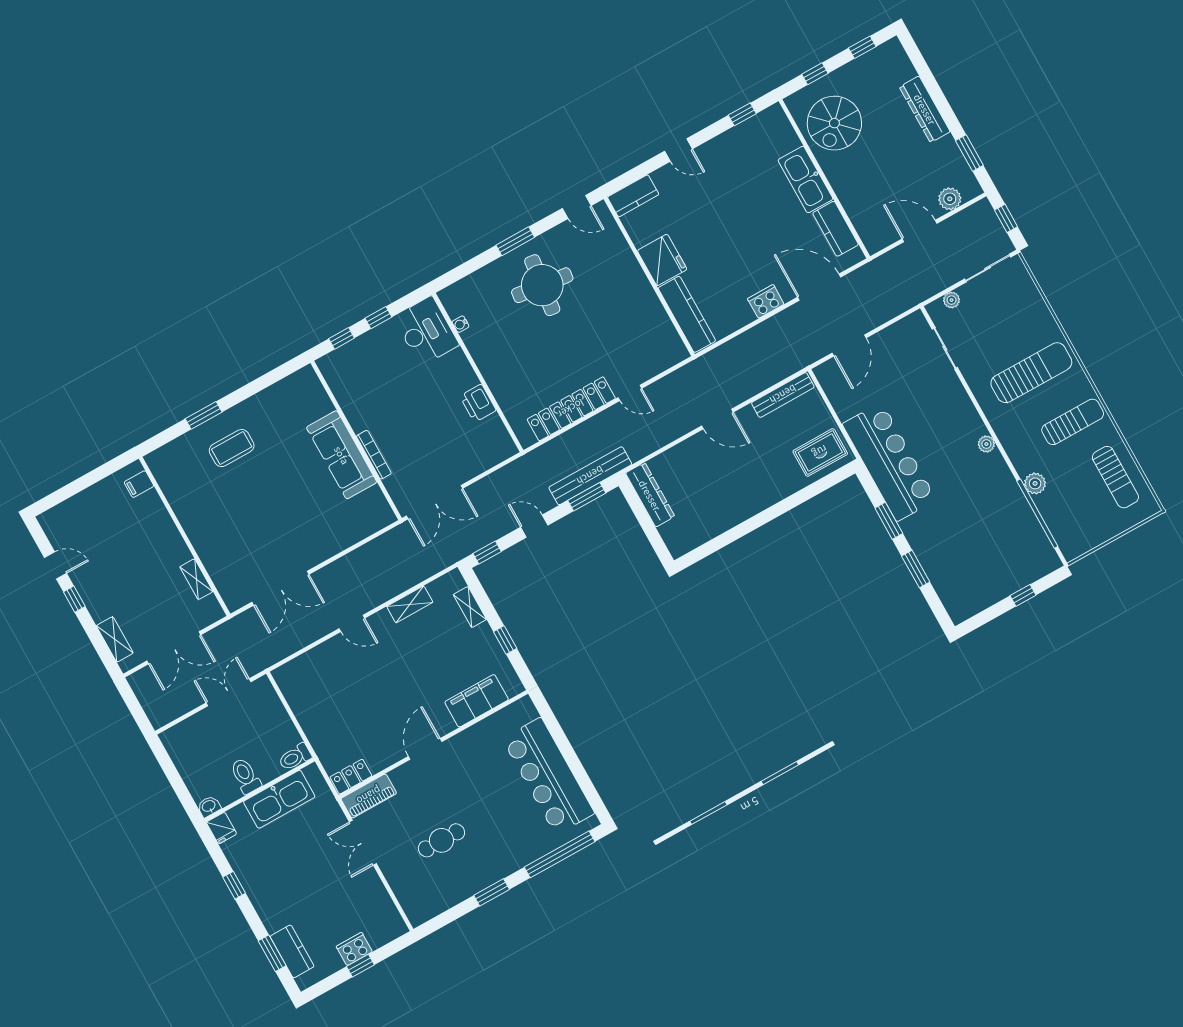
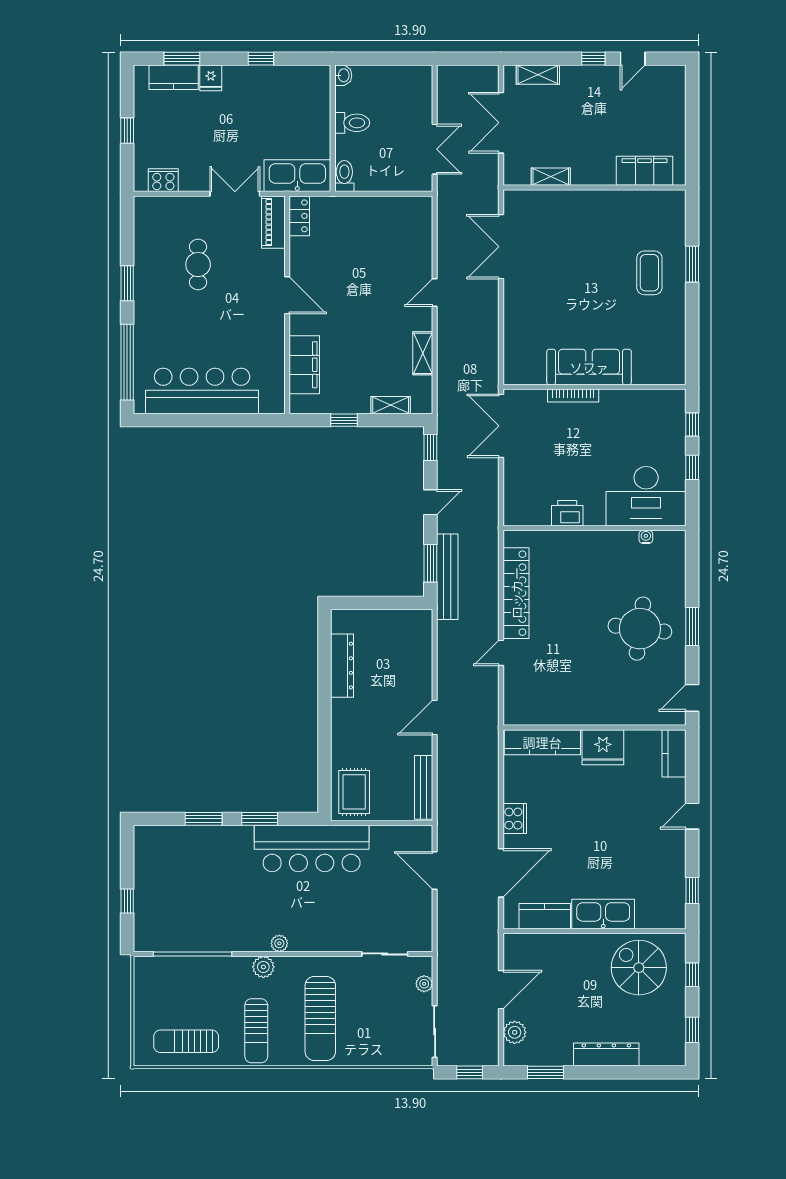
desk: (426, 331) -> (646, 496), width x1.36, depth x1.30
plant: (1035, 483) -> (263, 967), moved
filing cabinet: (139, 484) -> (645, 171), width x3.00, depth x1.17
dresser: (650, 495) -> (342, 666), moved, turned -90
kitchen sink: (279, 799) -> (297, 176), moved, turned 90
fridge: (222, 828) -> (211, 78), moved, turned -90
cooker: (354, 949) -> (163, 180), moved, turned -90

